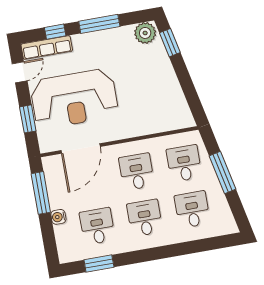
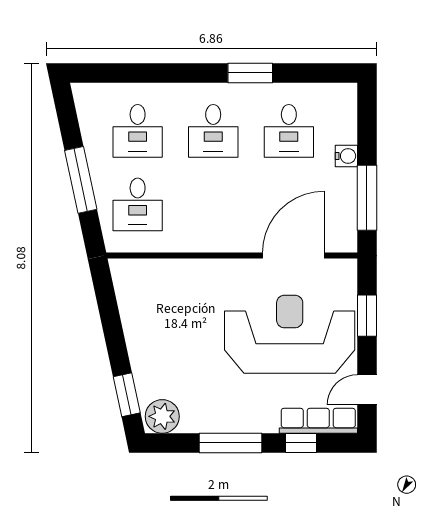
desk: (137, 172) -> (213, 204), removed
window: (99, 263) -> (250, 73), moved

